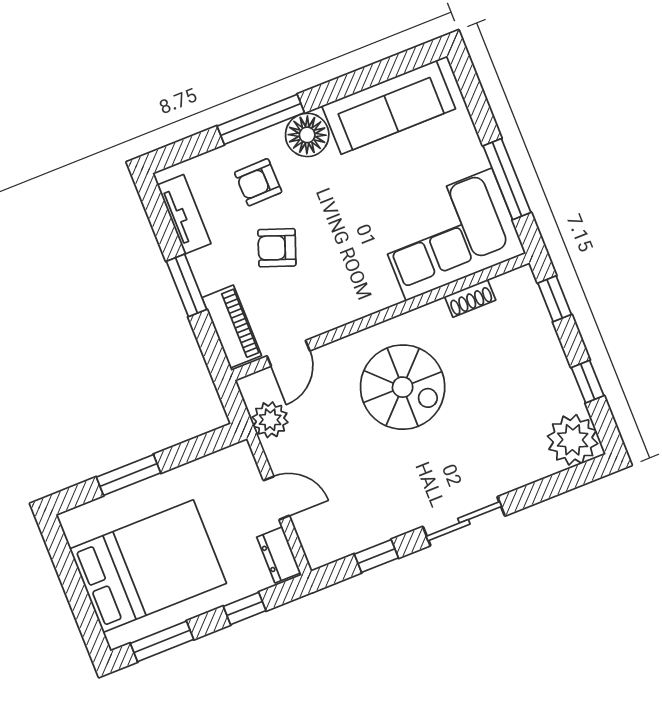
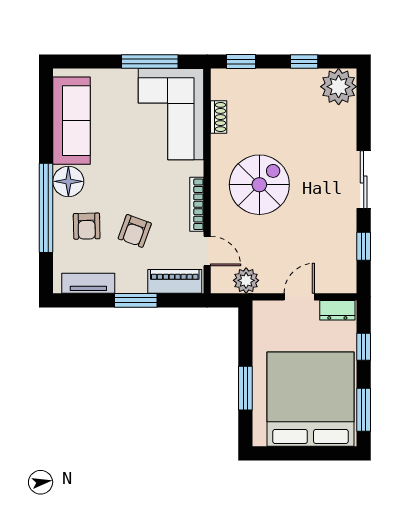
window: (261, 119) -> (46, 208), width x1.46
bookcase: (344, 315) -> (197, 204), added
bed: (148, 566) -> (310, 399), width x1.36

